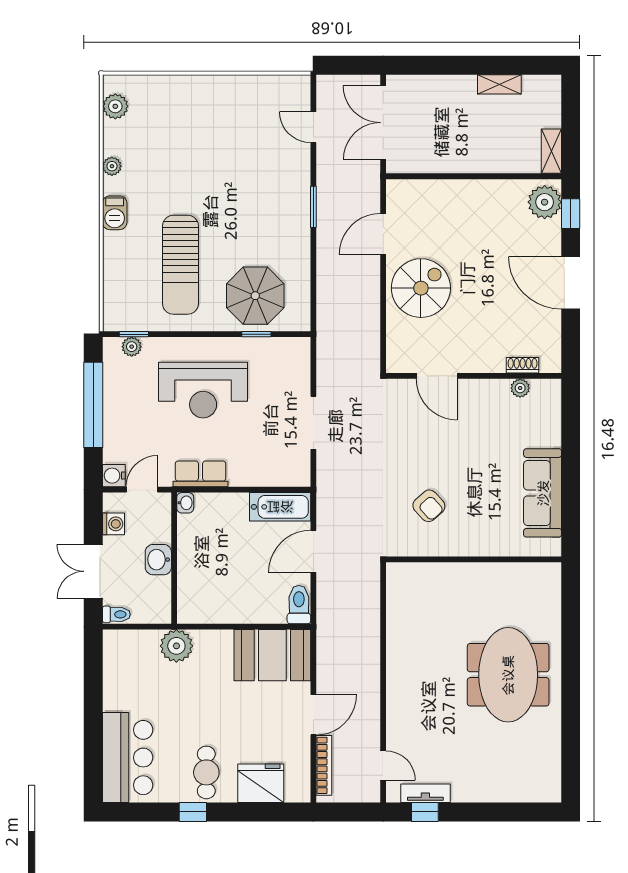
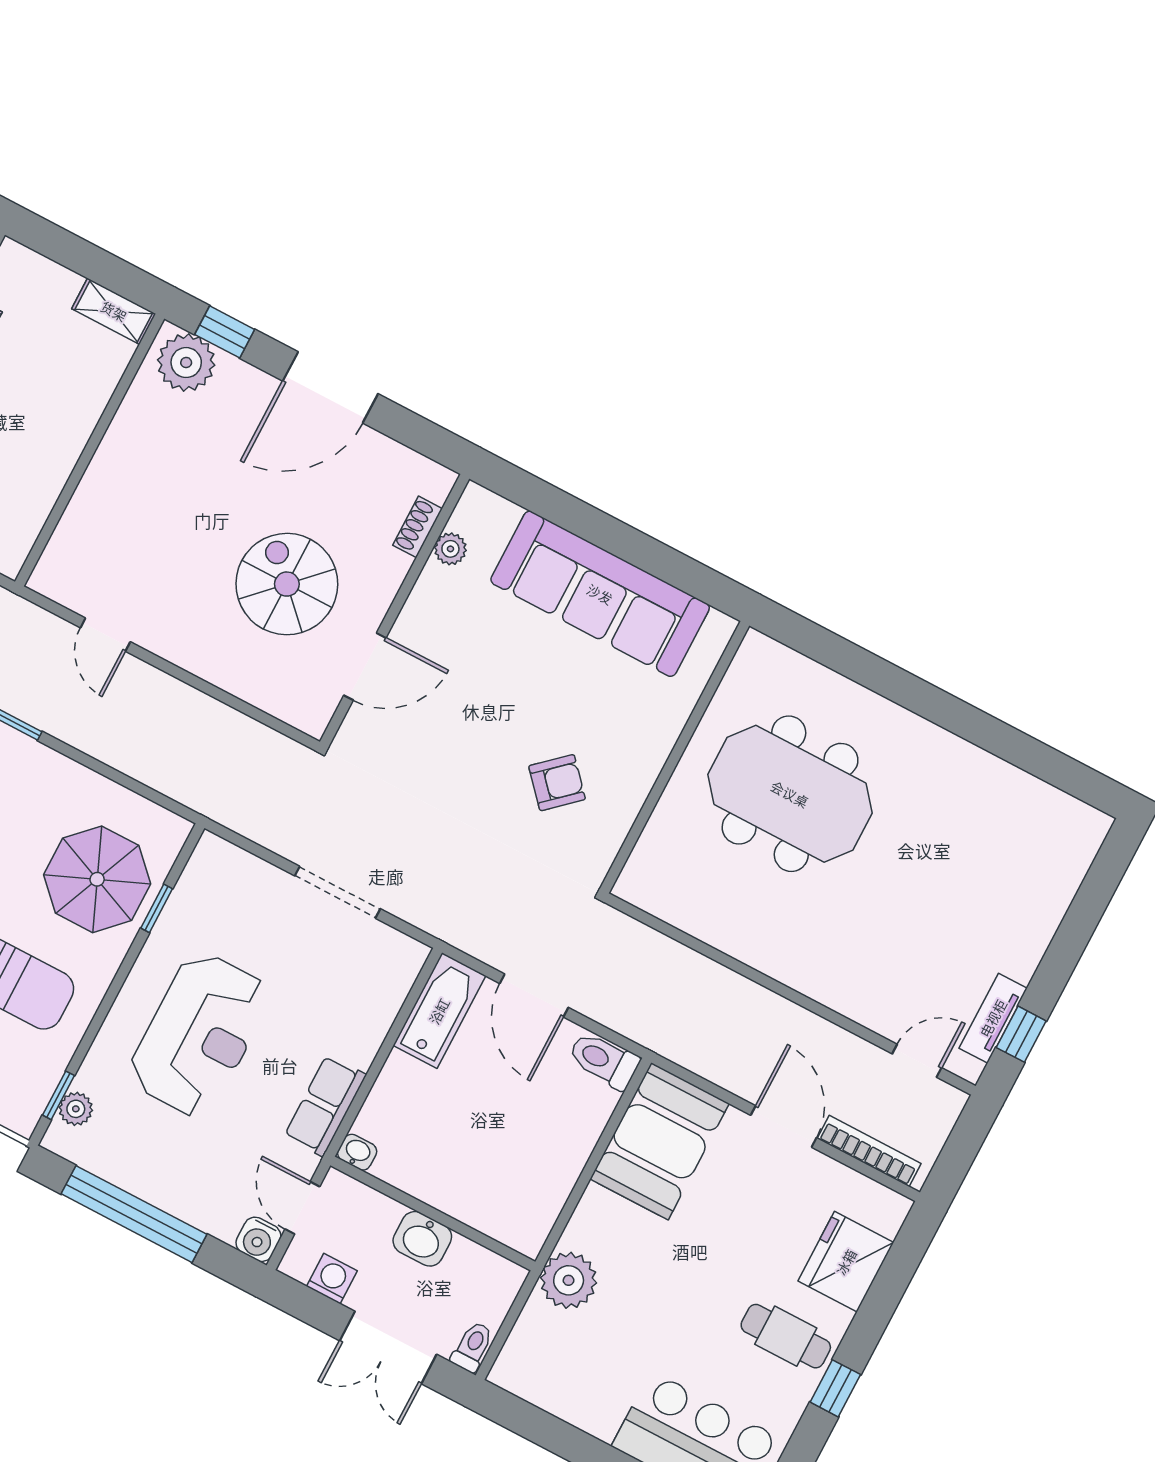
door: (383, 234) -> (105, 635), width x0.73
spiral stairs: (421, 288) -> (287, 584), moved
sofa: (543, 493) -> (600, 594), width x1.36, depth x1.27
meeting table: (508, 675) -> (790, 794), moved

